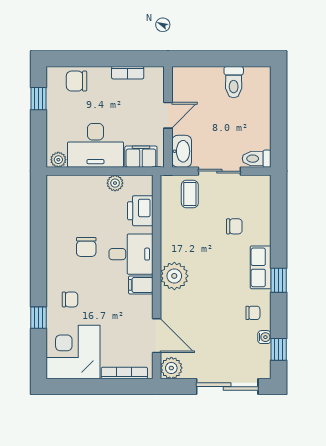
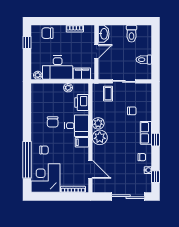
washbasin: (182, 151) -> (104, 34), moved
toilet: (257, 159) -> (144, 60), moved
window: (38, 318) -> (27, 160), width x3.17
plant: (171, 368) -> (98, 123), moved

